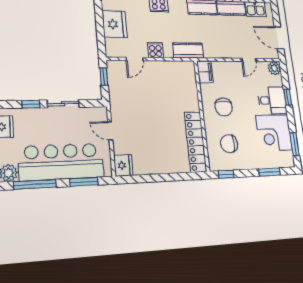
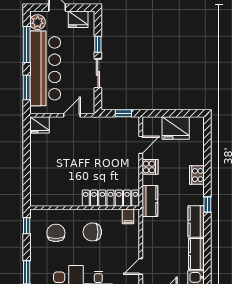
door: (135, 59) -> (141, 145), swing flipped
door: (249, 60) -> (141, 266), hinge flipped
filing cabinet: (205, 72) -> (128, 216), width x0.50
locker: (196, 142) -> (111, 198), moved

